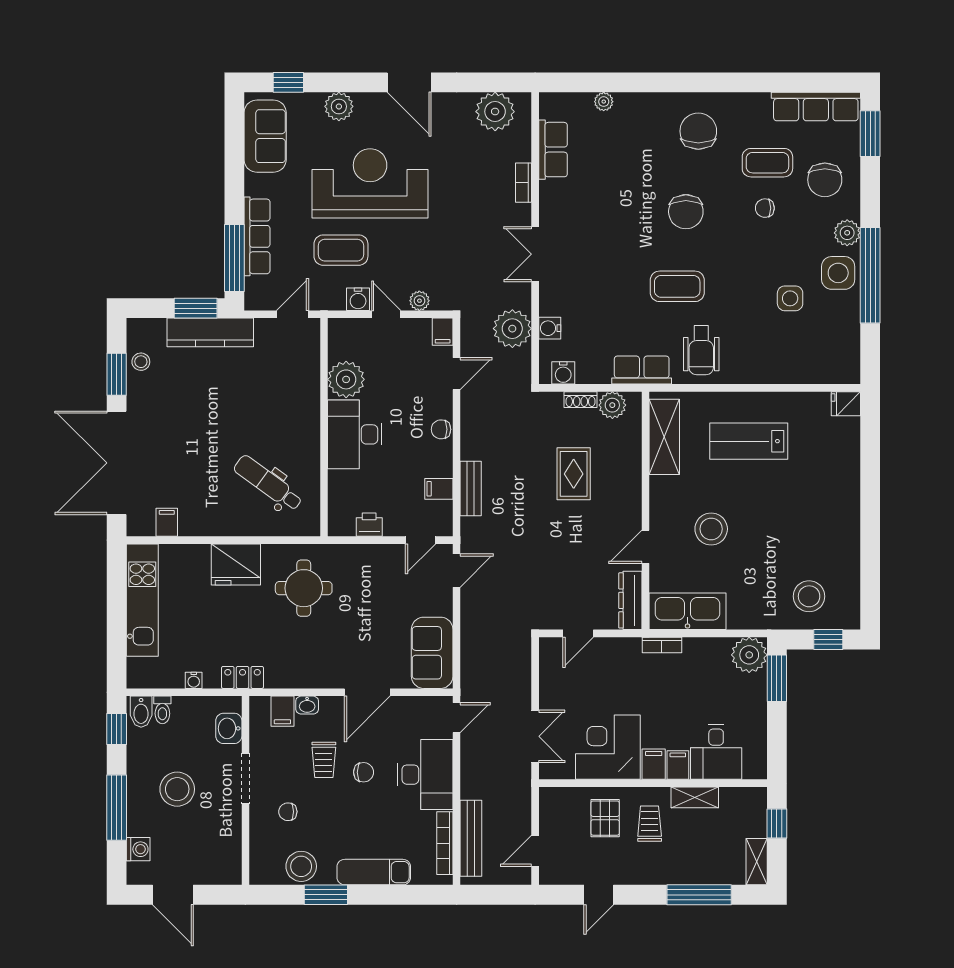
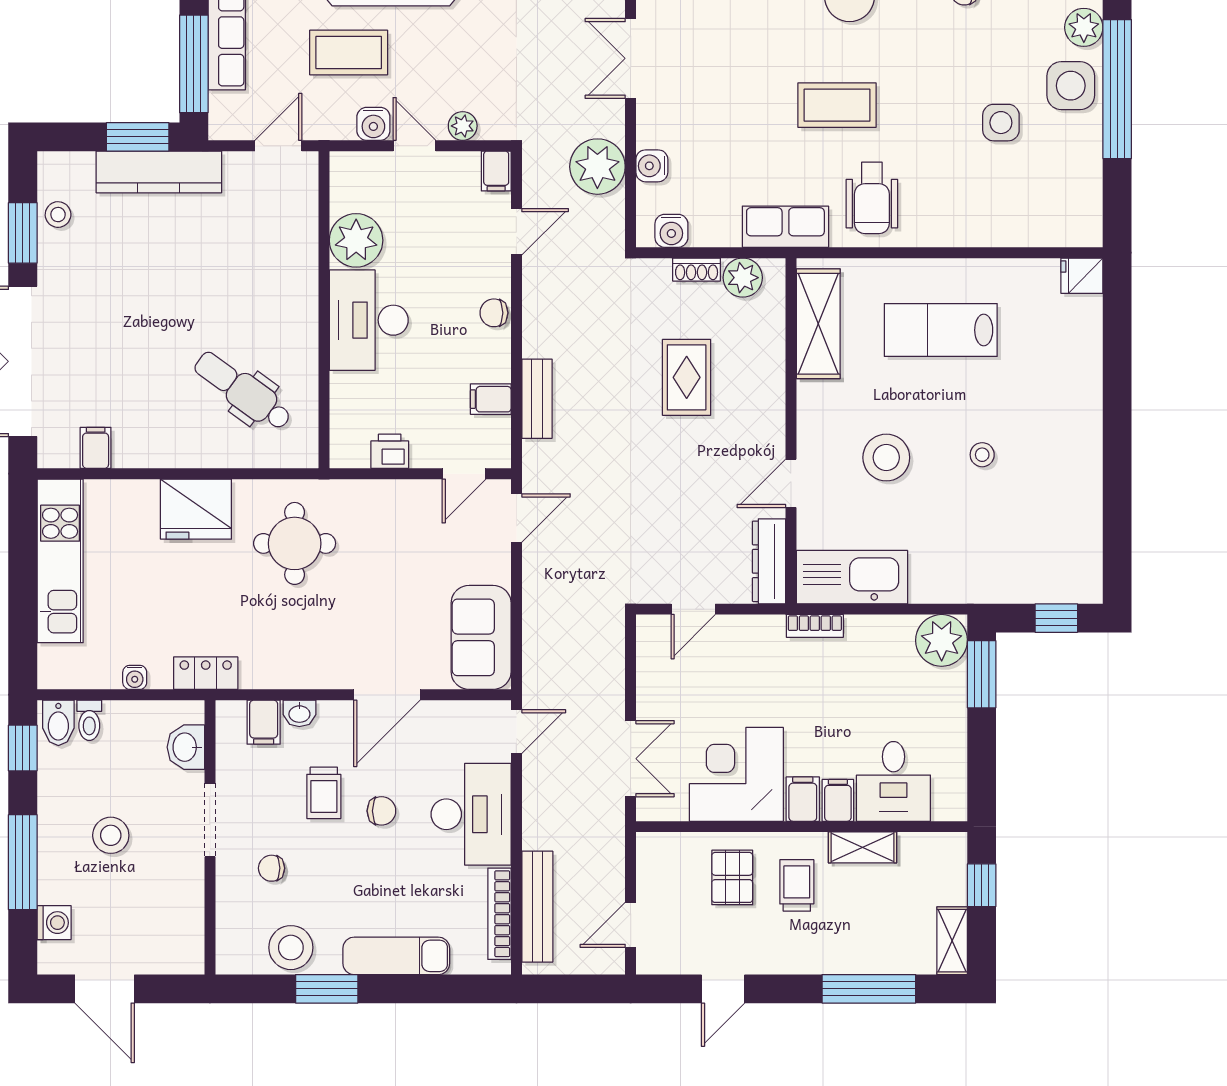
stool: (809, 596) -> (982, 455), moved, width x0.53, depth x0.53
stool: (177, 789) -> (111, 835), width x0.73, depth x0.73

